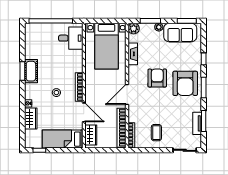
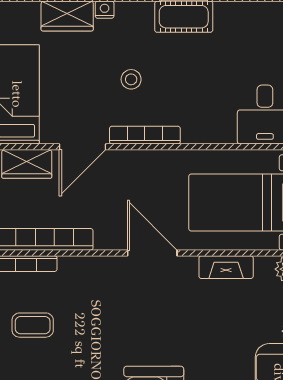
armchair: (157, 78) -> (167, 327), removed
door: (127, 95) -> (152, 253), moved

